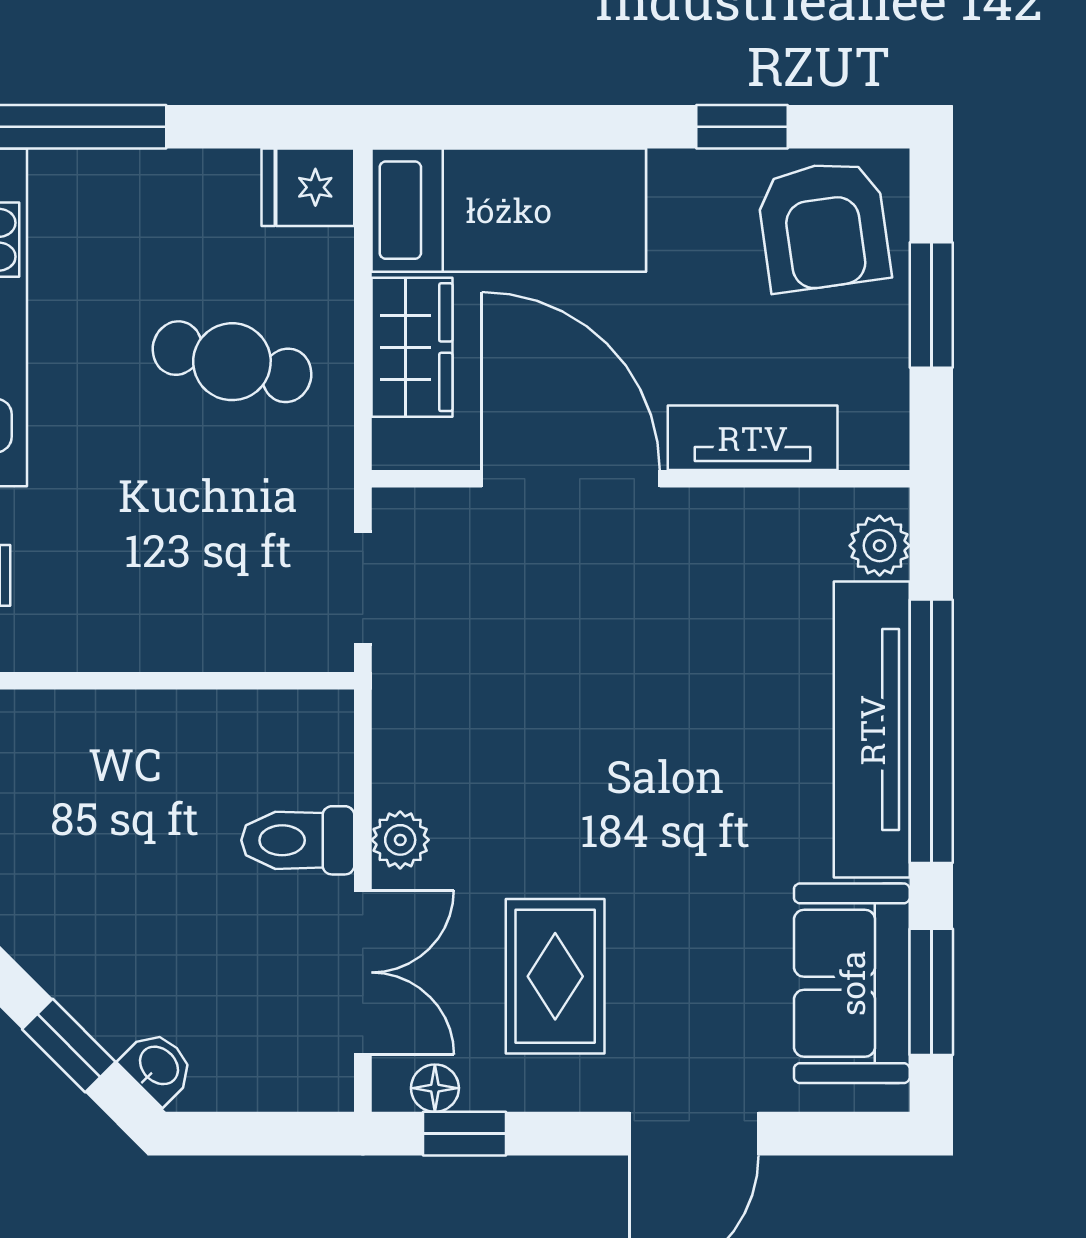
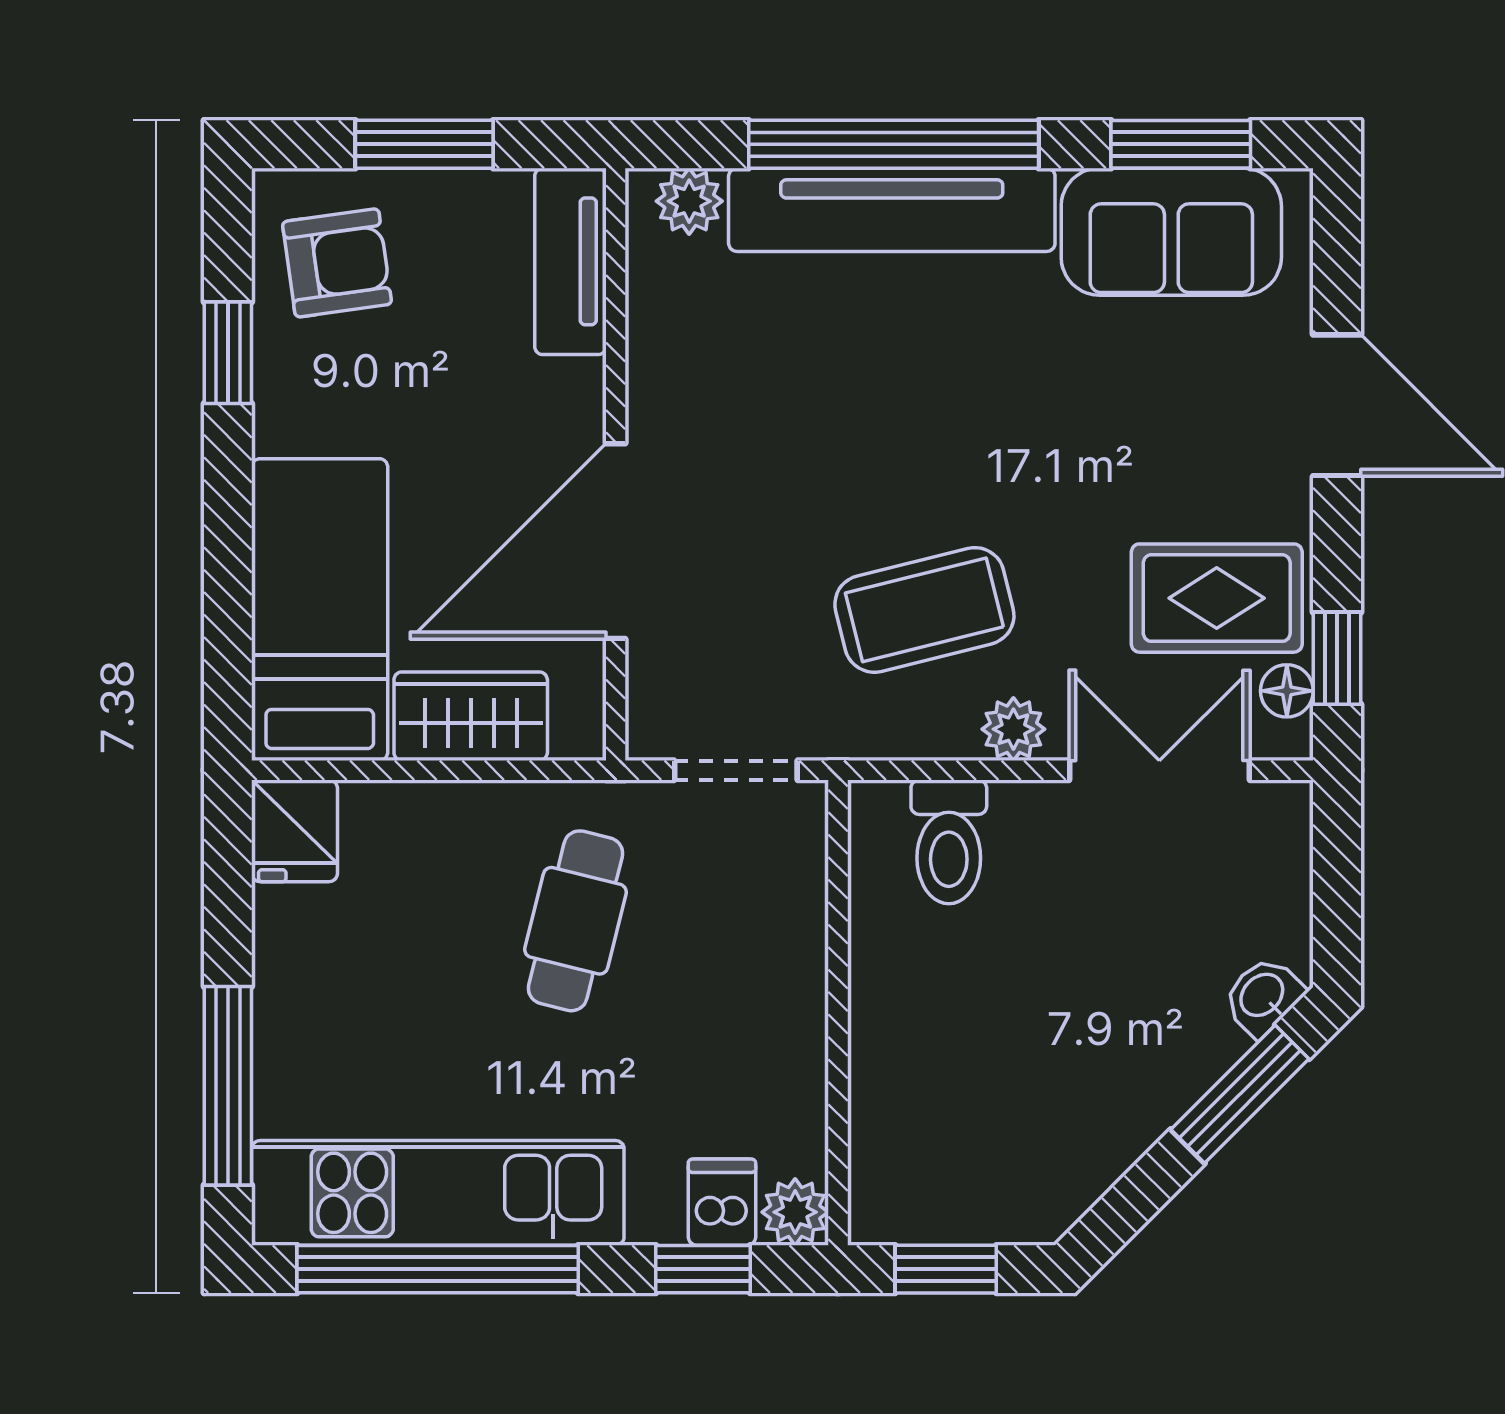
armchair: (823, 226) -> (337, 263), width x0.72, depth x0.72
cafe table: (232, 362) -> (576, 921), moved
tv unit: (753, 438) -> (570, 261), moved
coffee table: (508, 759) -> (924, 610), added
toilet: (298, 840) -> (949, 842), moved
rug: (555, 976) -> (1217, 598), moved
window: (69, 1046) -> (1240, 1094), width x1.50

